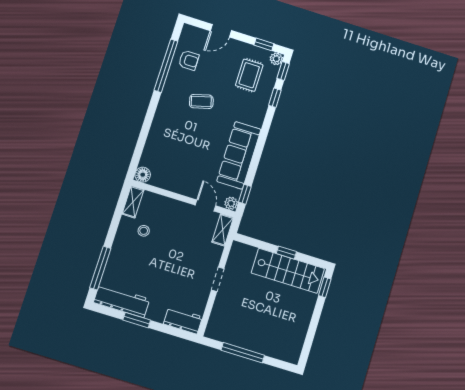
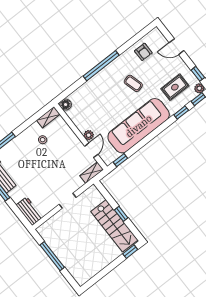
window: (166, 66) -> (101, 66), moved
sofa: (239, 155) -> (139, 126), width x1.36, depth x1.27
plant: (231, 203) -> (89, 135), moved

